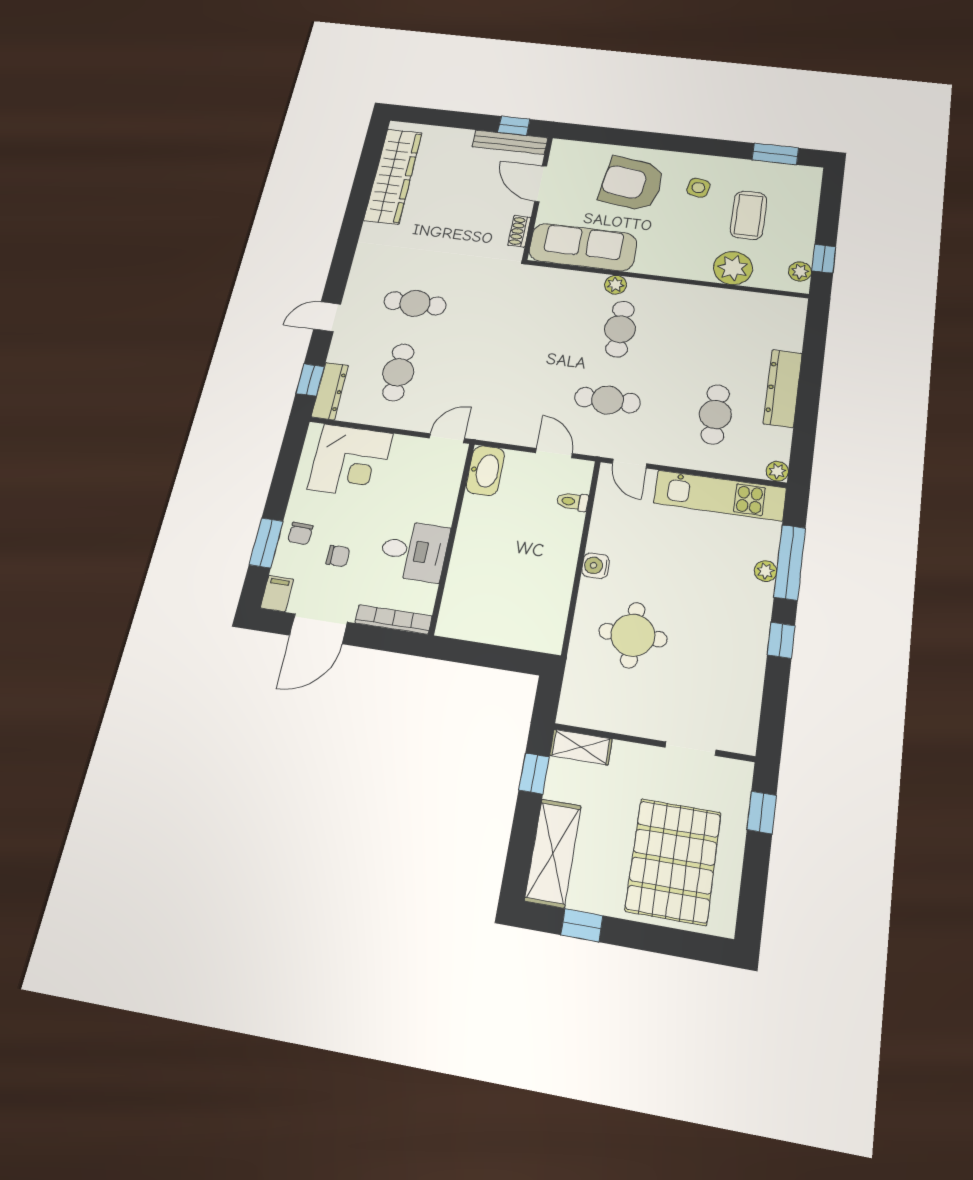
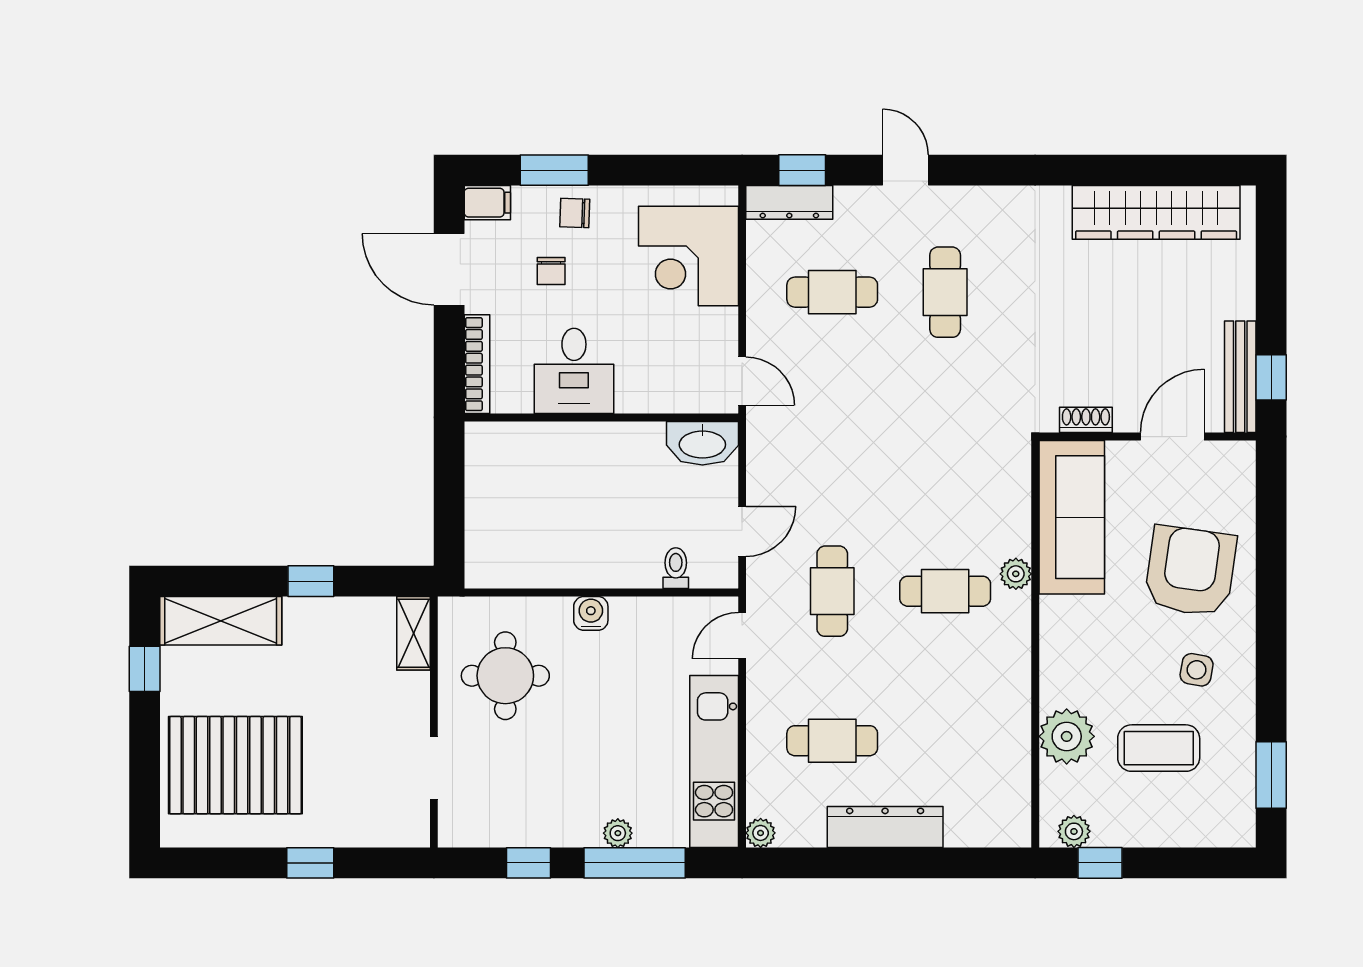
wall: (654, 743) -> (434, 722), moved
shelving: (581, 747) -> (413, 633), moved
doorway: (691, 749) -> (434, 768), moved

